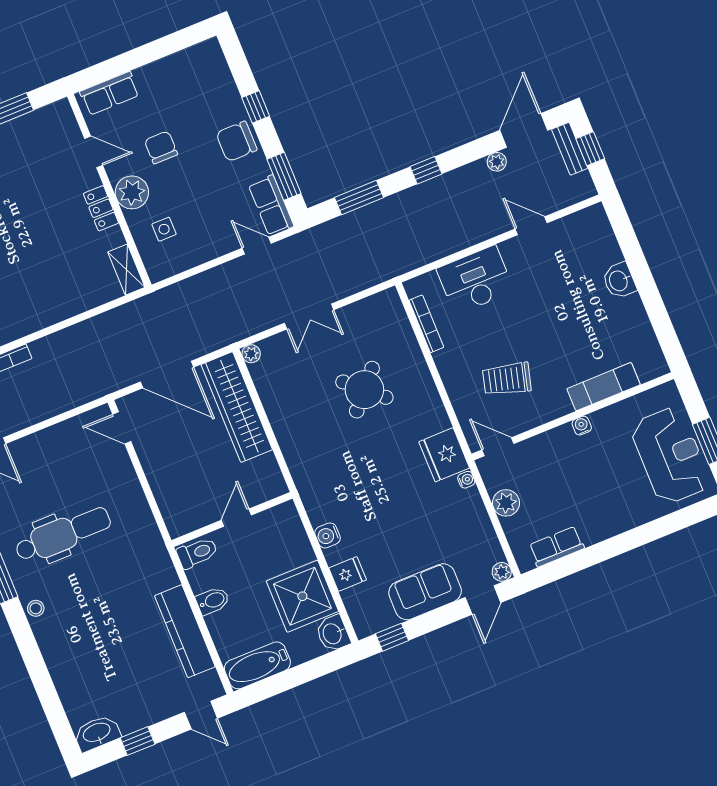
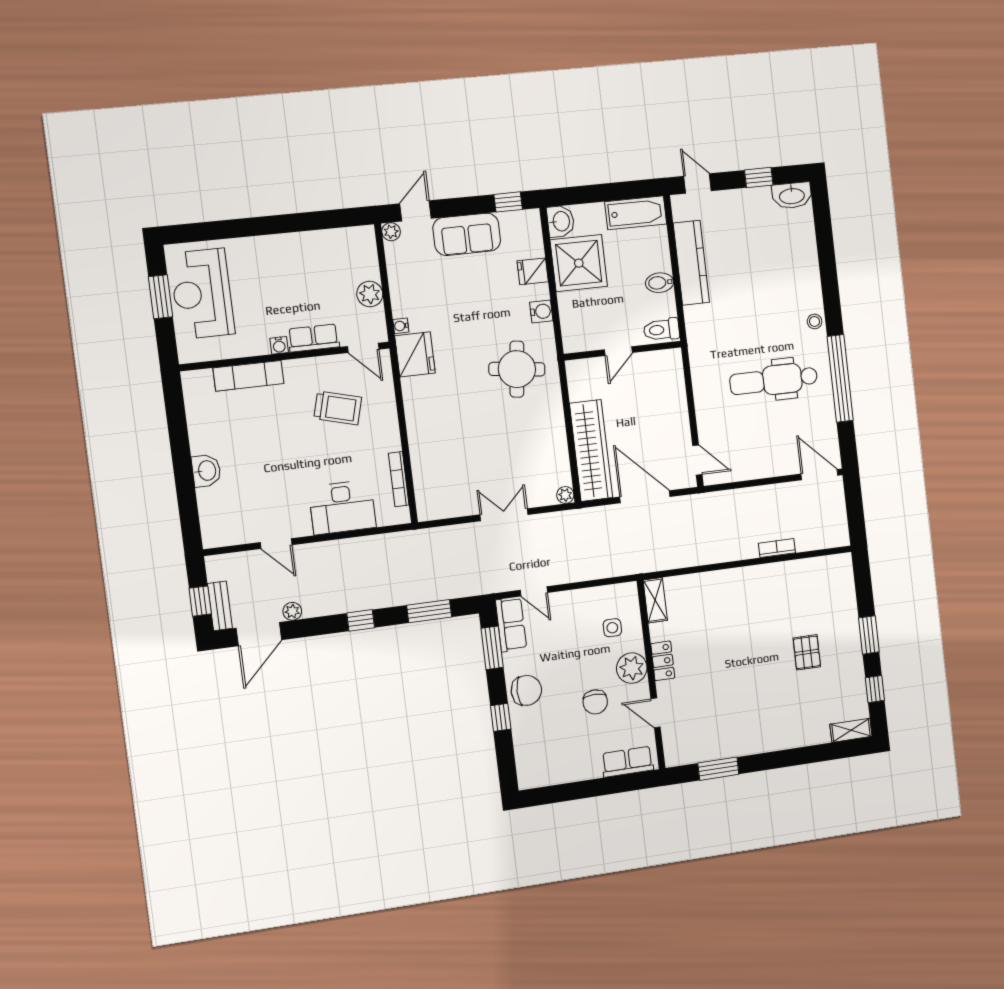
round table: (364, 390) -> (517, 369), moved, turned -35
row of seats: (557, 547) -> (314, 338), moved, turned 180

